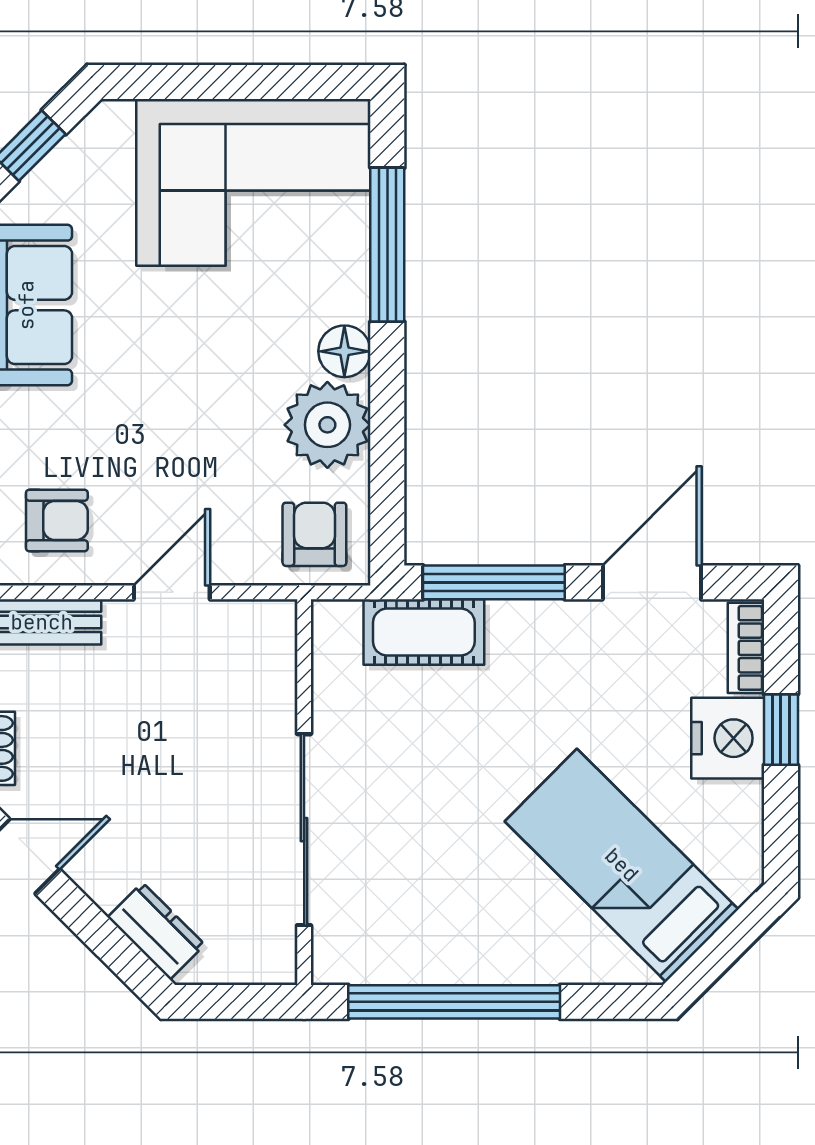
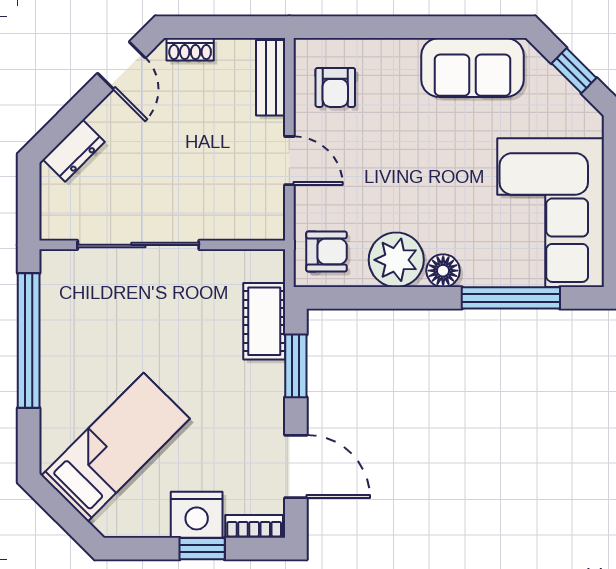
window: (494, 582) -> (296, 366), width x0.69

